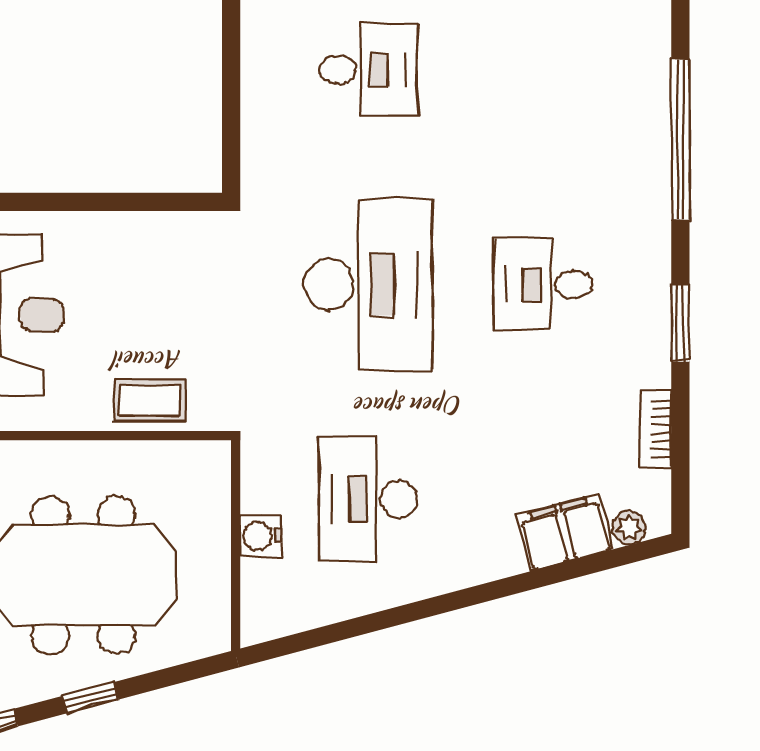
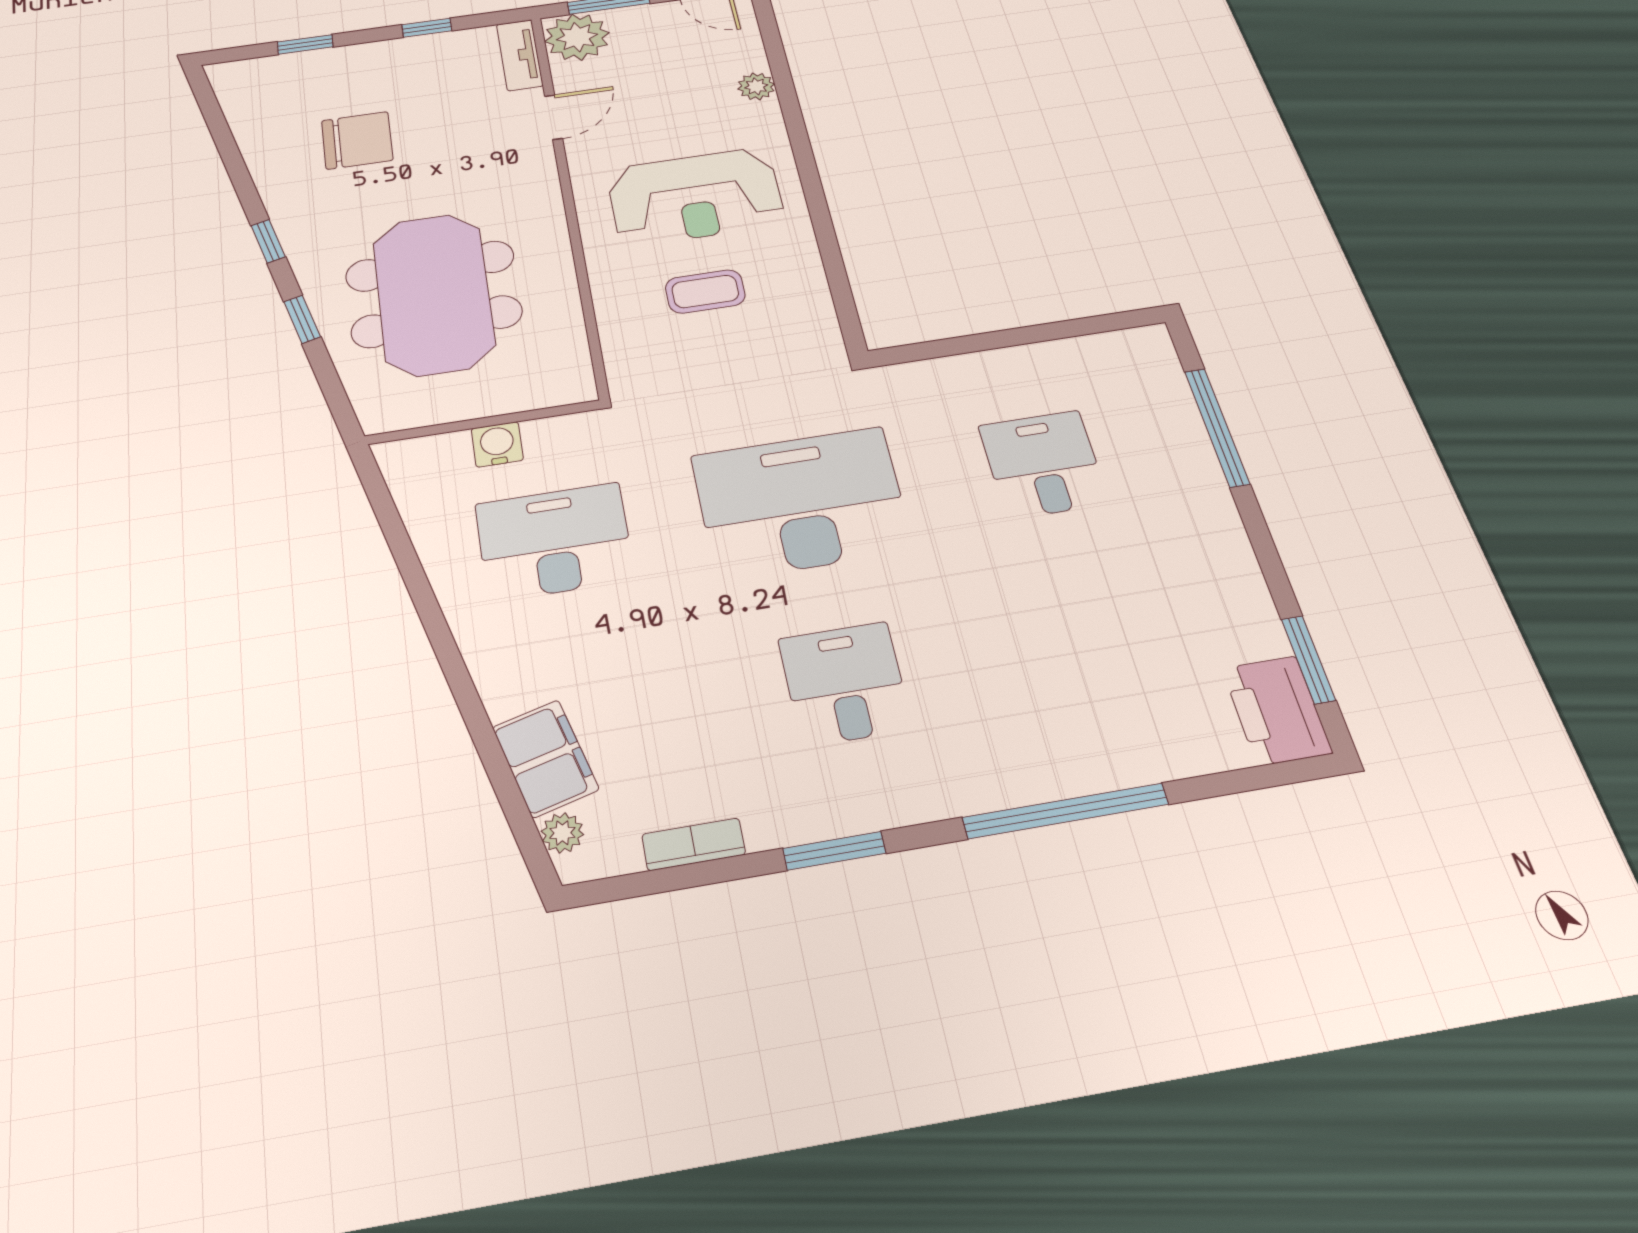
desk: (368, 70) -> (1043, 464), turned 180
desk: (368, 284) -> (801, 503), turned 180
coffee table: (150, 400) -> (705, 291), moved, turned 90

